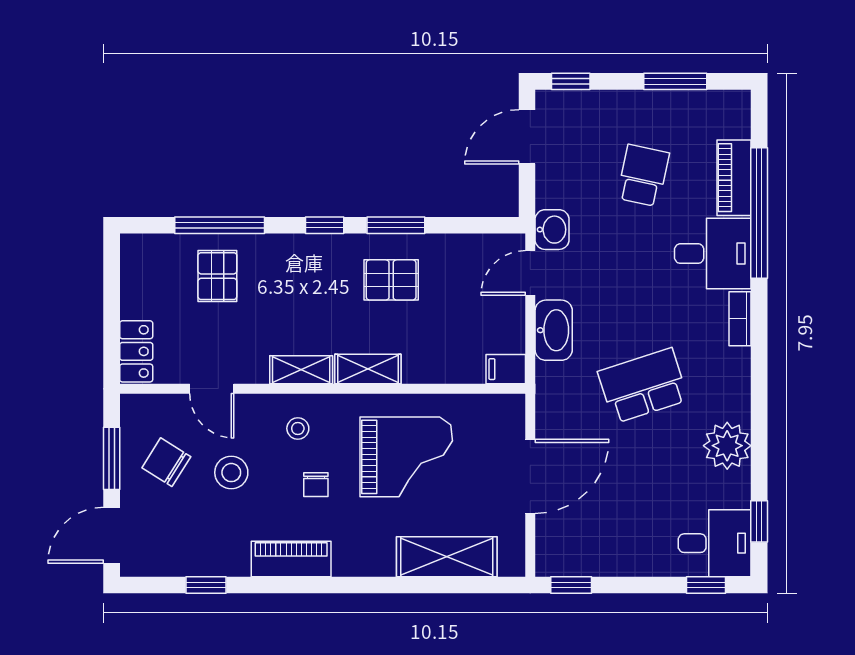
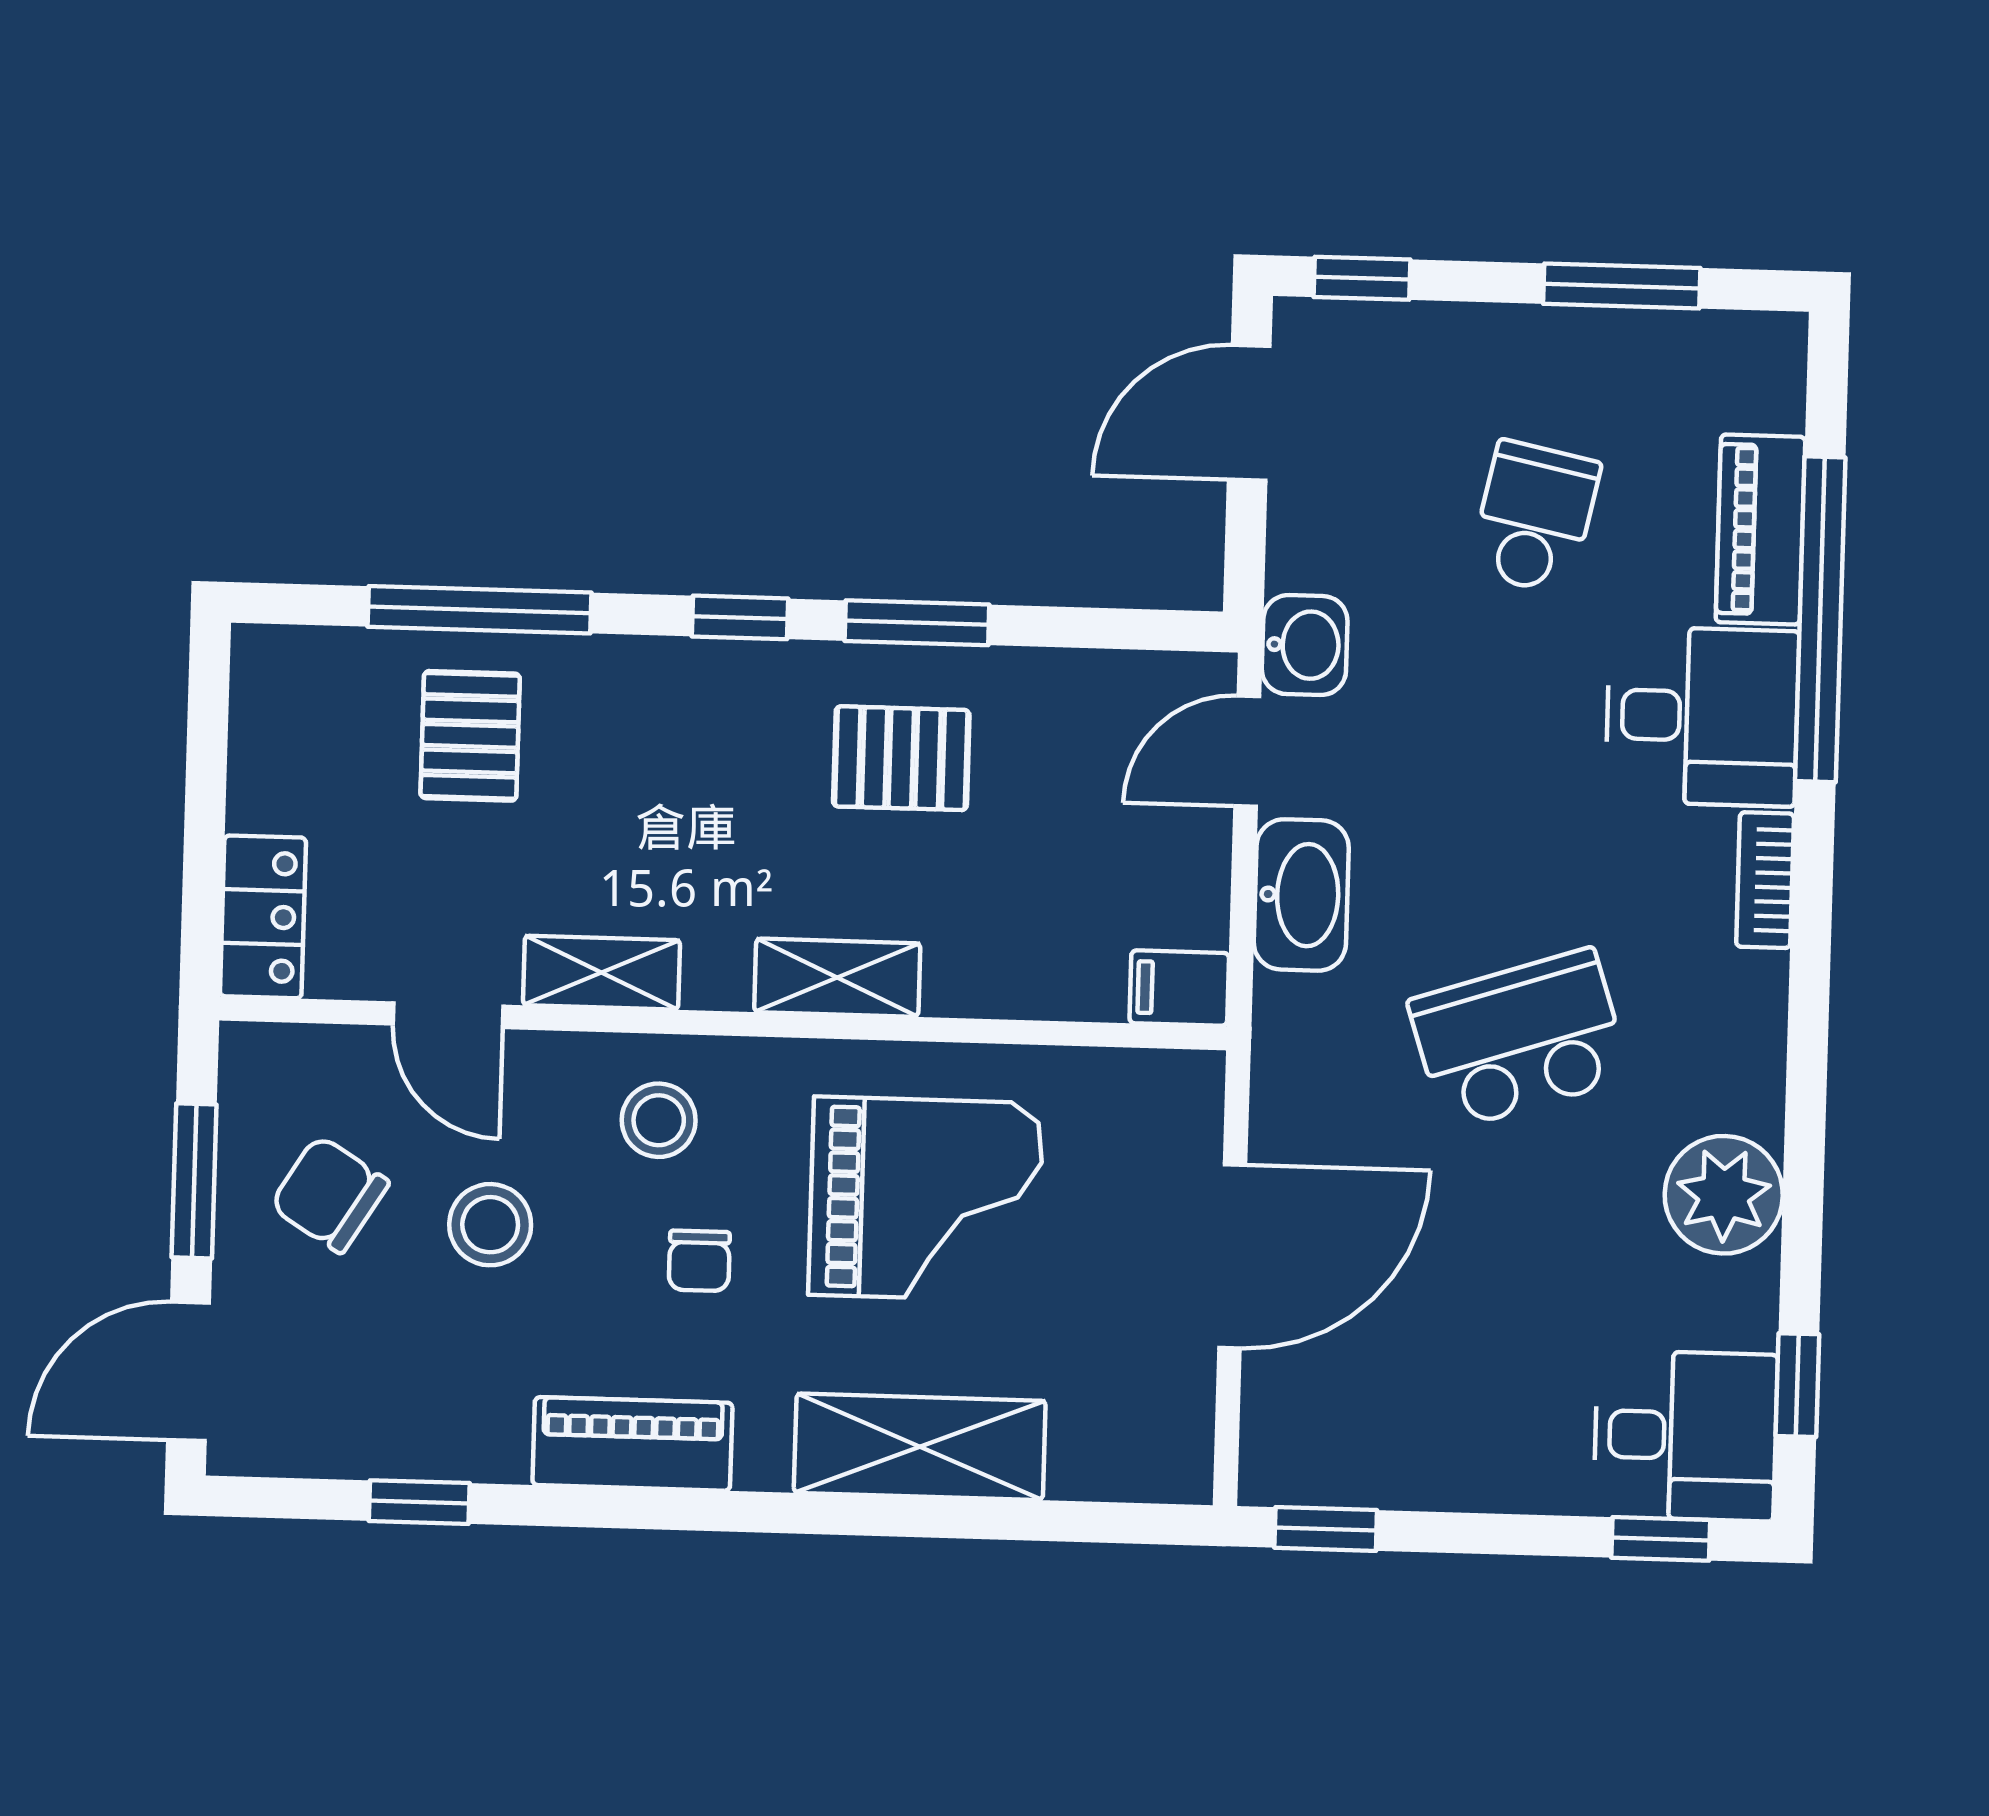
shelving: (301, 370) -> (602, 973), moved
stool: (298, 428) -> (659, 1120), width x1.37, depth x1.37
shelving: (447, 557) -> (920, 1447), moved

